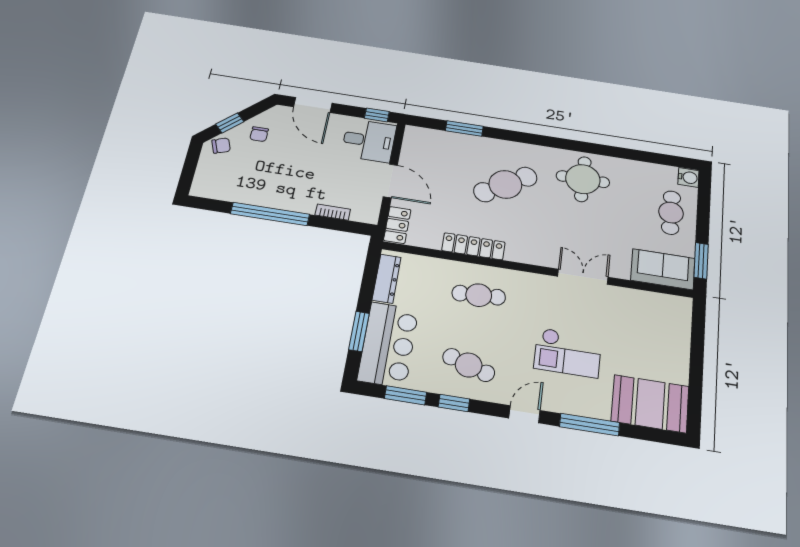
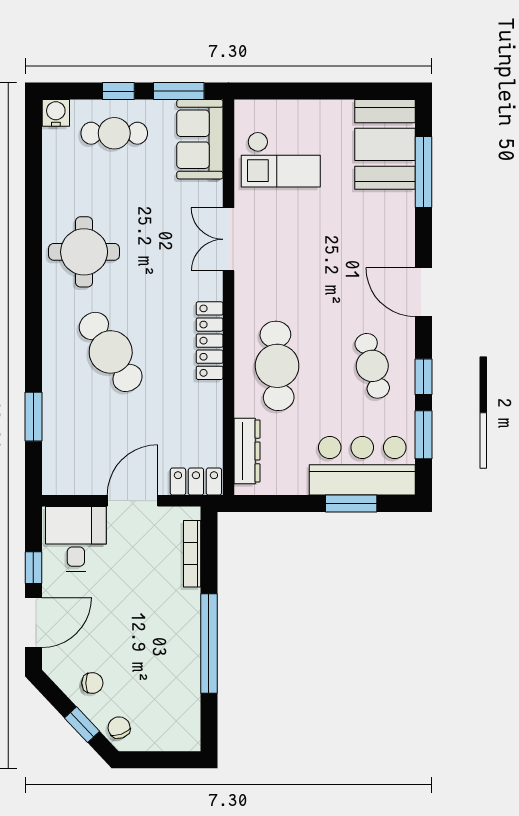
window: (377, 115) -> (33, 568), moved
bookcase: (333, 212) -> (192, 554), width x1.56
window: (703, 220) -> (118, 91), added
locker: (473, 246) -> (210, 341), moved
dresser: (387, 279) -> (247, 451), moved, turned 90
cafe table: (479, 295) -> (277, 366), width x1.37, depth x1.35
checkout: (568, 353) -> (281, 160), moved, turned 90
cafe table: (469, 365) -> (372, 366), turned -33
door: (524, 414) -> (424, 292), width x1.38
window: (590, 425) -> (424, 172), moved

